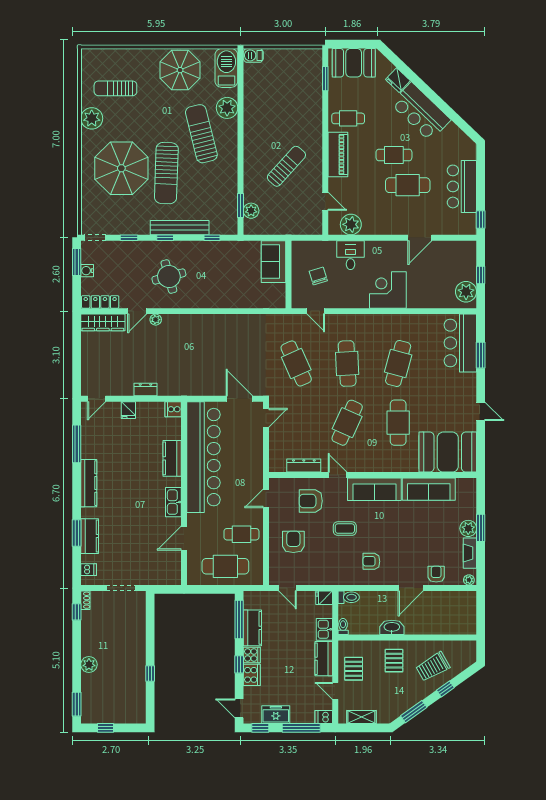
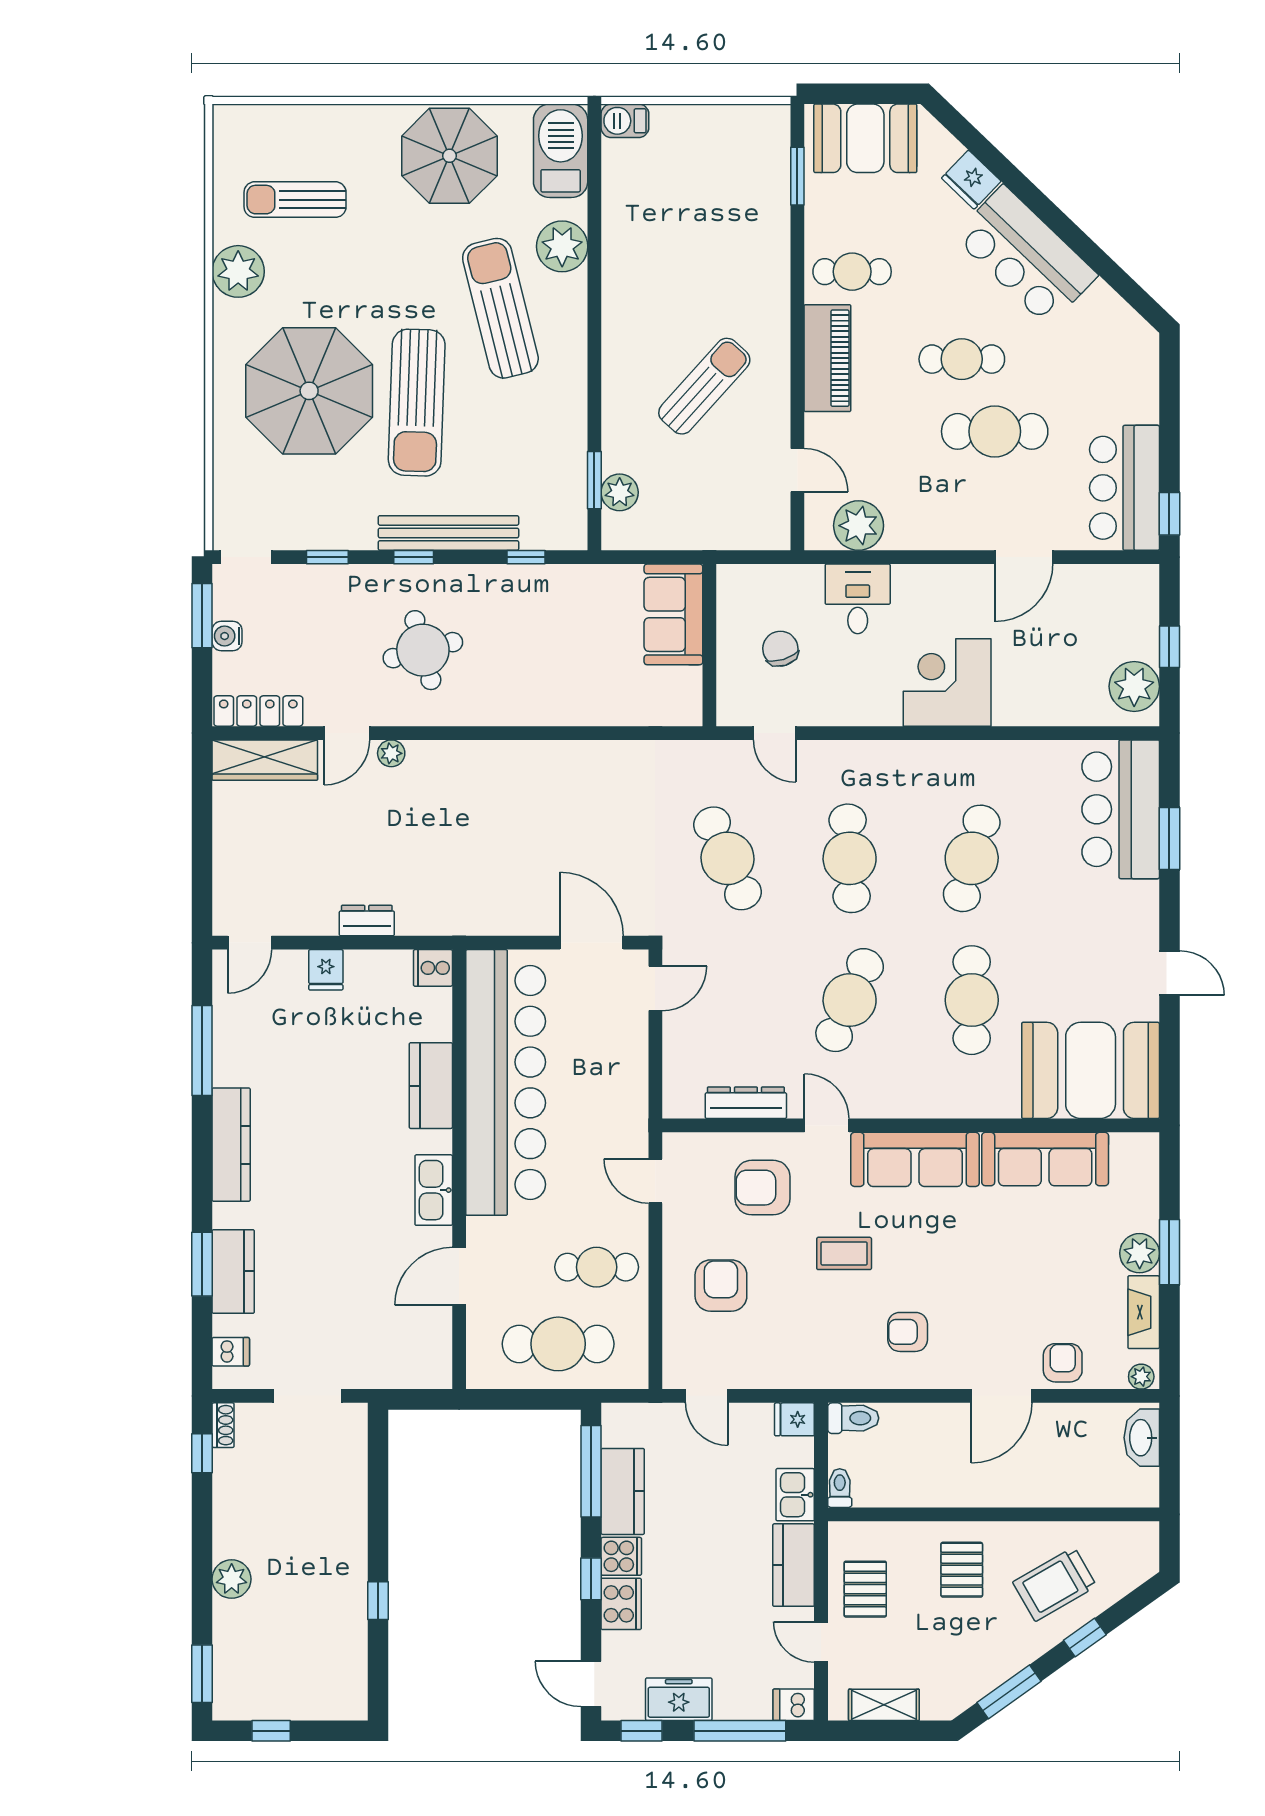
bar counter: (462, 186) -> (1124, 488), moved
door: (266, 498) -> (655, 1181), hinge flipped
washbasin: (392, 627) -> (1142, 1438), moved, turned -90

